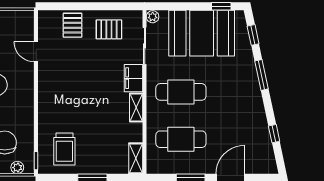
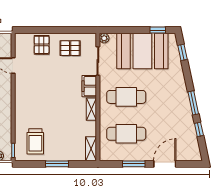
window: (262, 75) -> (193, 103), moved

